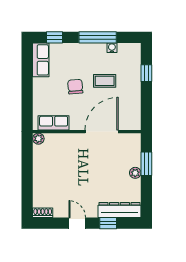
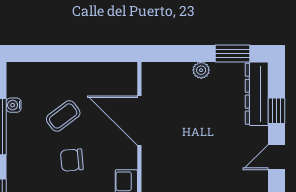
window: (146, 73) -> (52, 53), removed
coffee table: (105, 81) -> (63, 116), turned 53
window: (146, 164) -> (232, 53), moved

